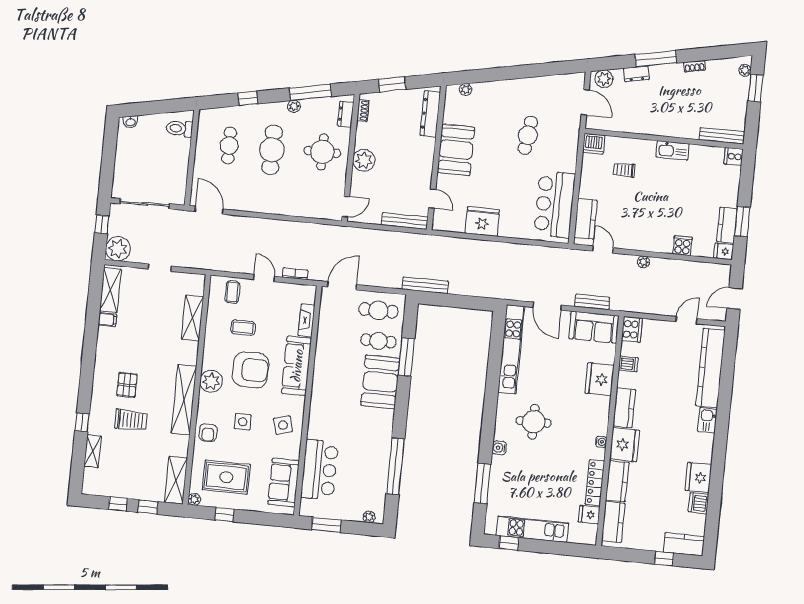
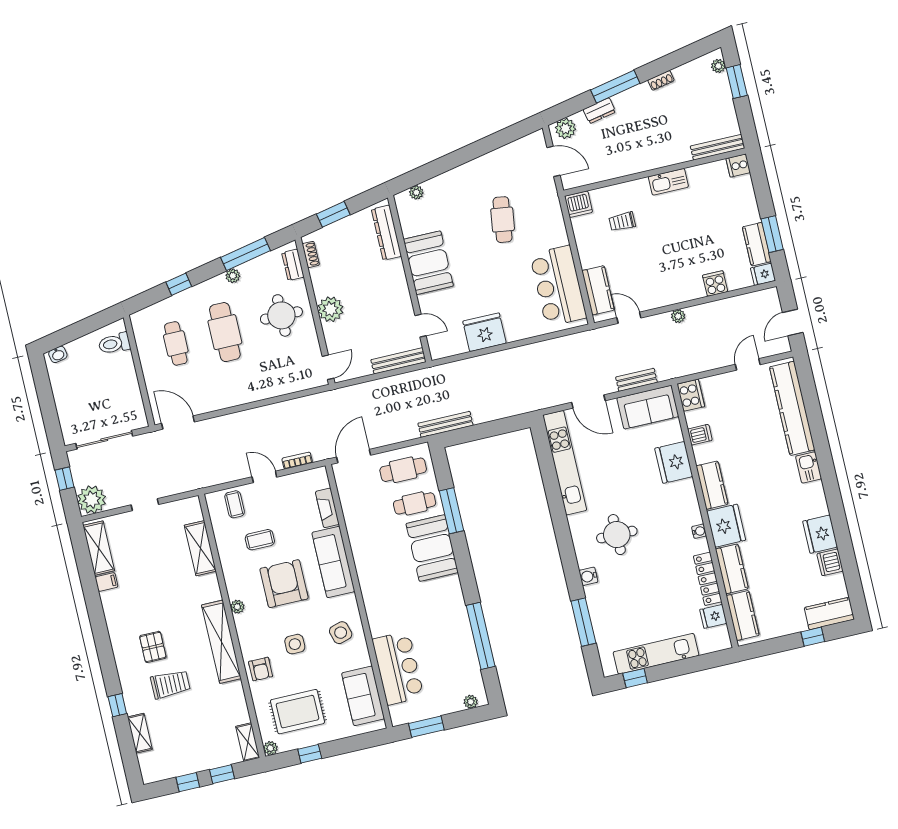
armchair: (251, 370) -> (284, 584), turned -90
plant: (211, 381) -> (237, 607), width x0.53, depth x0.53
shelving: (176, 480) -> (248, 742), width x0.67, depth x0.75

